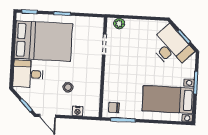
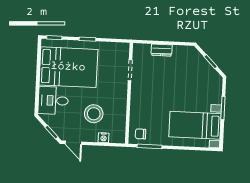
plant: (119, 24) -> (145, 49), removed
dresser: (136, 25) -> (162, 50), added
desk: (171, 47) -> (198, 73), removed
stool: (68, 87) -> (94, 114), width x1.89, depth x1.89

